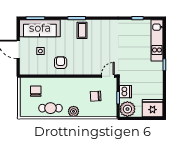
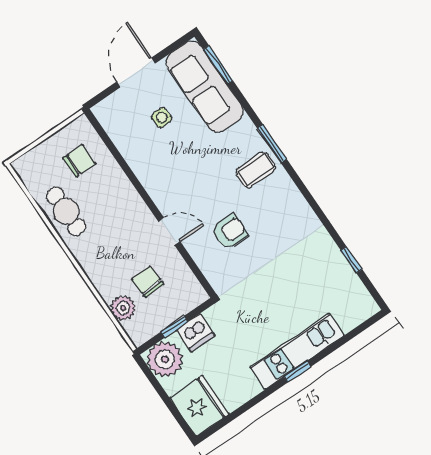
kitchen unit: (157, 40) -> (297, 351), moved
armchair: (61, 63) -> (230, 232), moved
door: (108, 76) -> (169, 232), moved
plant: (74, 111) -> (123, 308), moved

